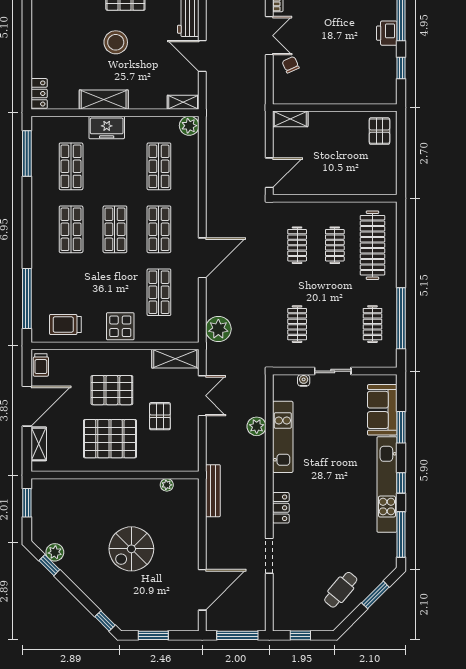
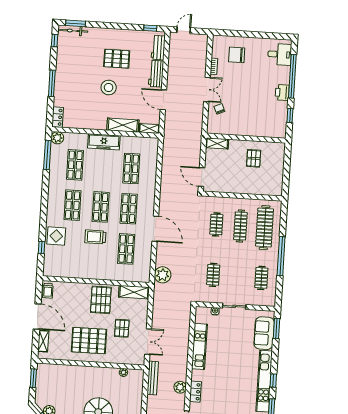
window: (27, 41) -> (52, 83), added
shelving: (104, 100) -> (123, 125), moved
plant: (189, 126) -> (57, 138), moved
freezer: (107, 127) -> (104, 142), width x1.40
pallet: (379, 131) -> (254, 158), moved
door: (269, 173) -> (202, 177), swing flipped
clothes rail: (335, 245) -> (240, 226), width x1.36
door: (202, 258) -> (155, 229), hinge flipped
window: (27, 298) -> (42, 248), width x0.32
window: (401, 318) -> (281, 256), moved
trolley: (65, 324) -> (95, 237), moved
display table: (120, 326) -> (56, 236), moved
pallet: (112, 390) -> (101, 300), moved, turned 90
double door: (202, 396) -> (148, 342), moved
door: (27, 406) -> (37, 316), hinge flipped
plant: (257, 426) -> (180, 387), moved
window: (401, 427) -> (277, 328), moved

